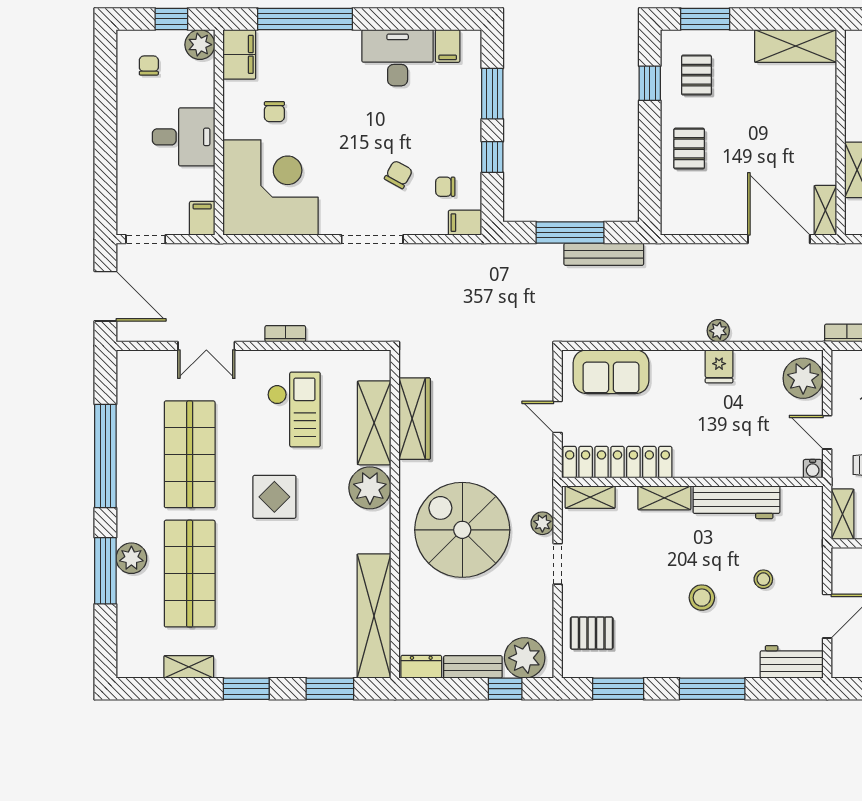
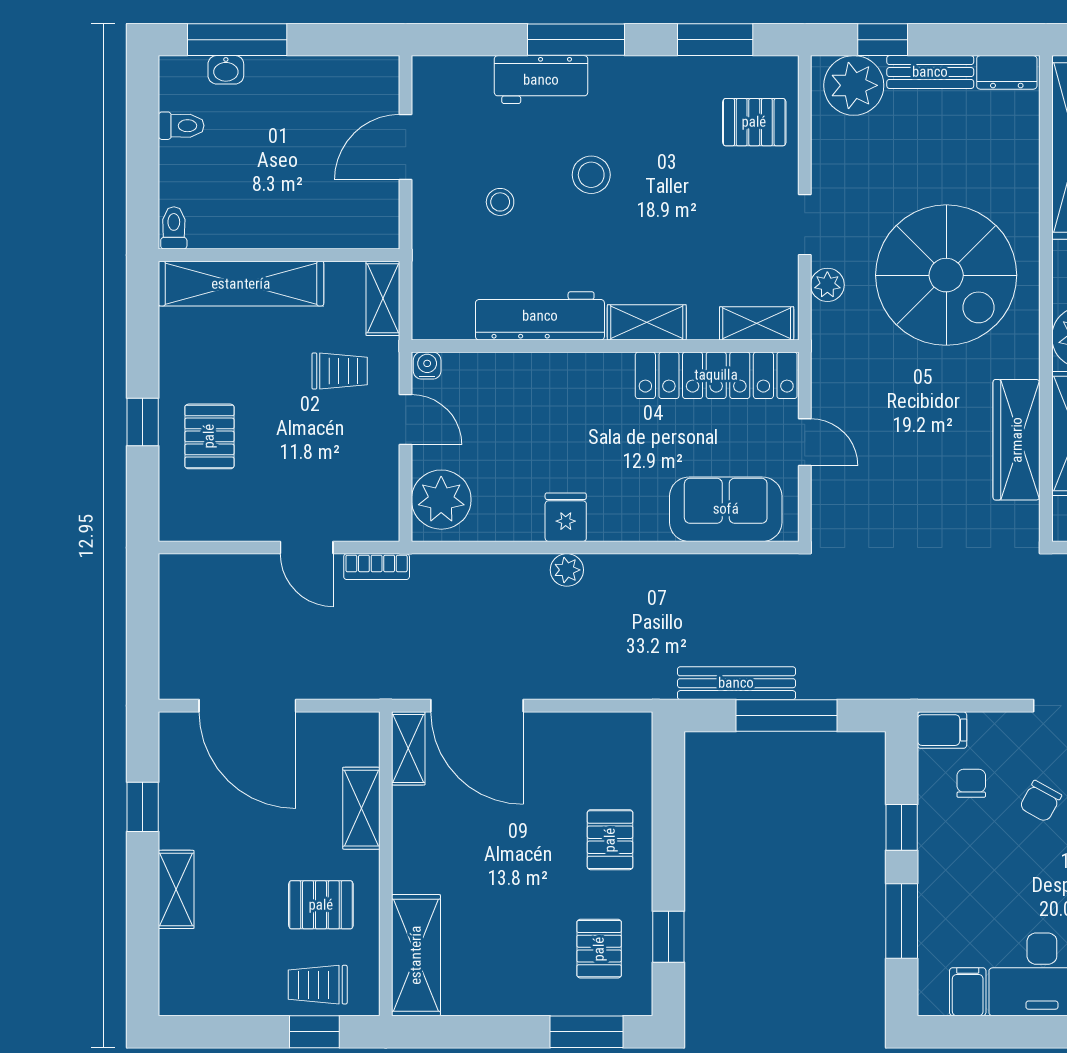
shelving: (796, 46) -> (416, 955), moved, turned 90
chair: (445, 187) -> (971, 783), turned -90
workbench: (792, 662) -> (541, 80), moved

